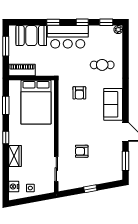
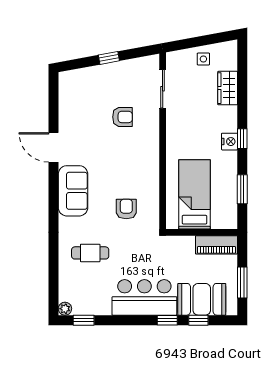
window: (82, 22) -> (198, 320), moved
bed: (36, 102) -> (195, 194), width x0.67
wardrobe: (15, 156) -> (228, 88), moved
window: (125, 161) -> (53, 102), removed
nightstand: (14, 186) -> (230, 142), moved

